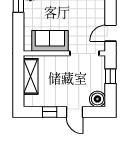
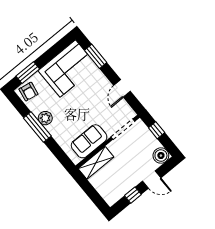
door: (110, 33) -> (122, 88), moved
shelving: (31, 76) -> (96, 163), moved, turned 90

